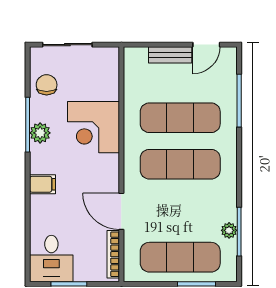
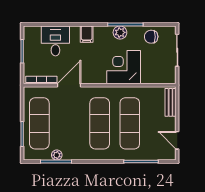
bench: (170, 55) -> (171, 102), moved
chair: (47, 85) -> (151, 37), turned 180
desk: (51, 259) -> (55, 41), moved, turned 90

